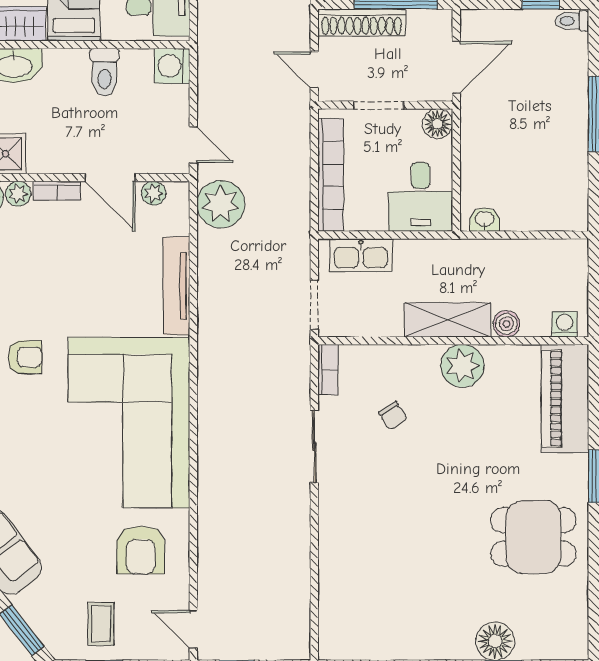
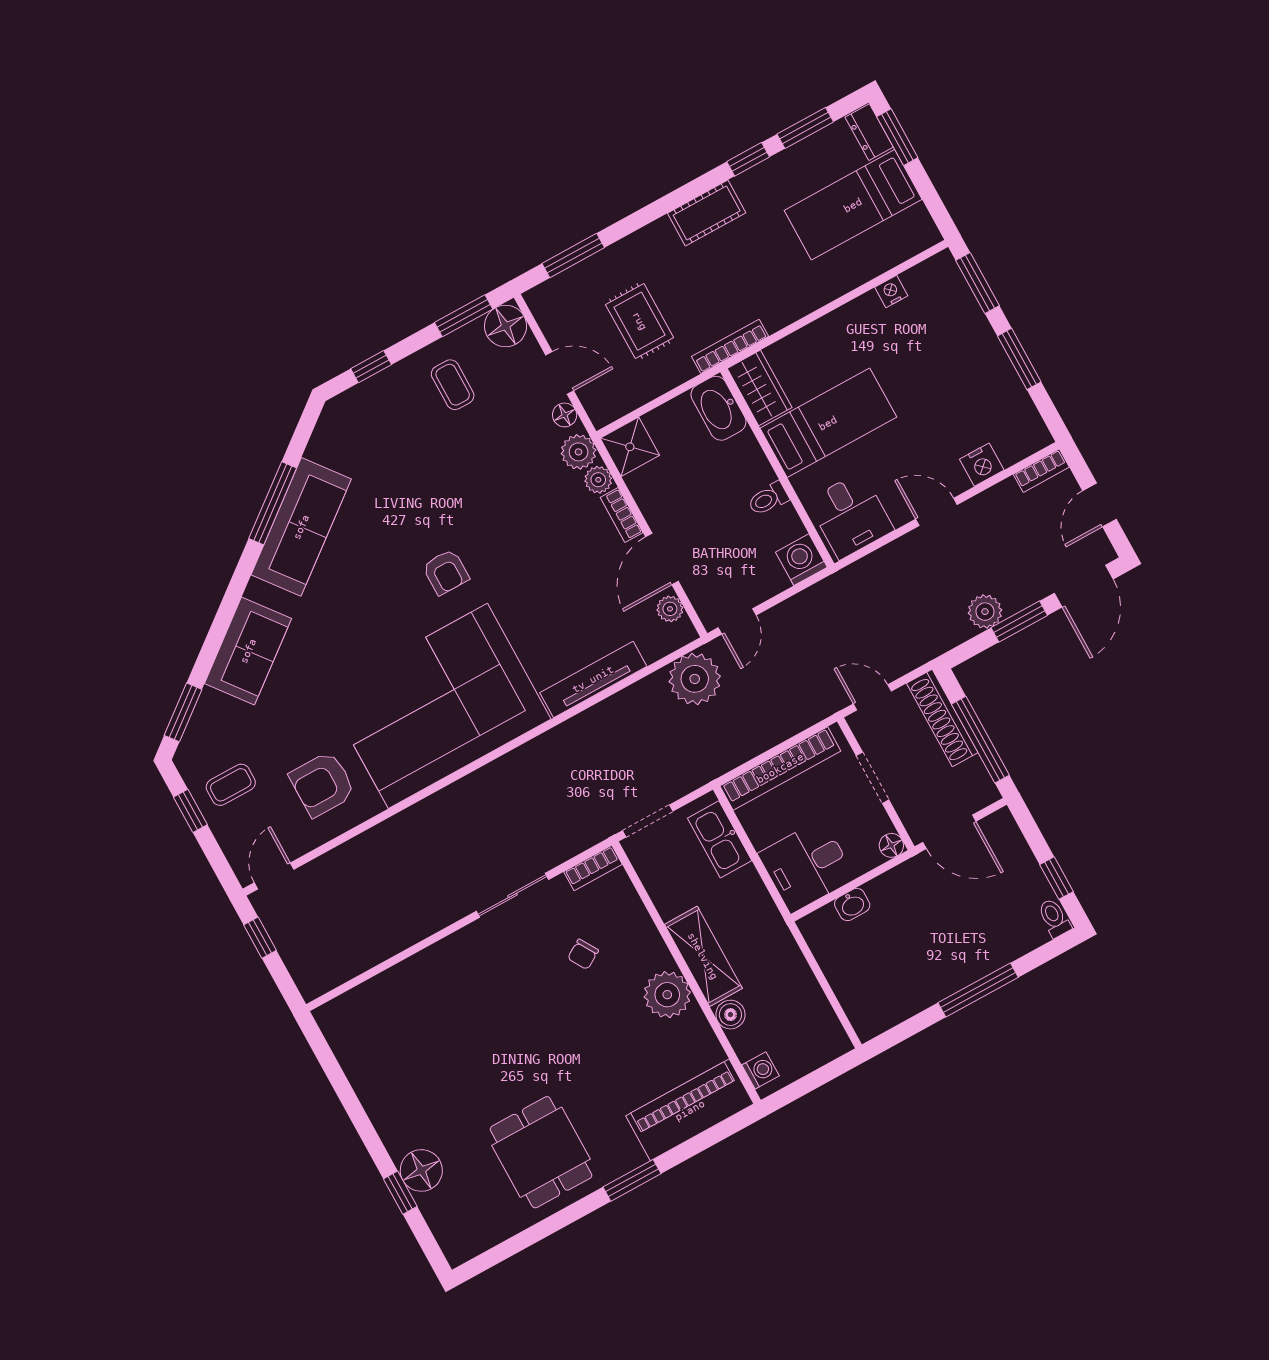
door: (314, 70) -> (872, 697), hinge flipped
toilet: (105, 72) -> (768, 499), width x0.73, depth x0.72
floor lamp: (437, 124) -> (891, 845), width x0.73, depth x0.73
washbasin: (485, 219) -> (852, 904), moved, turned 90

